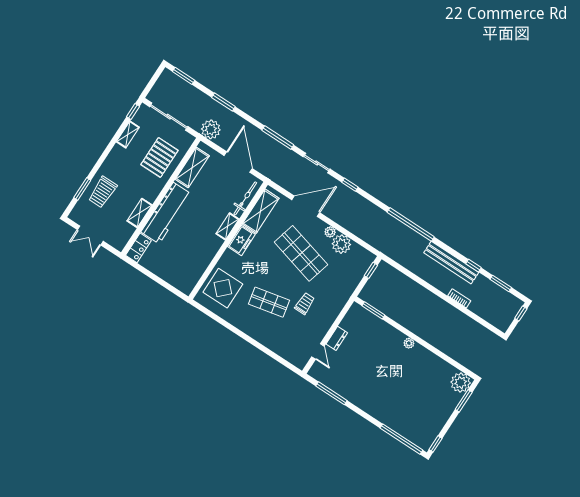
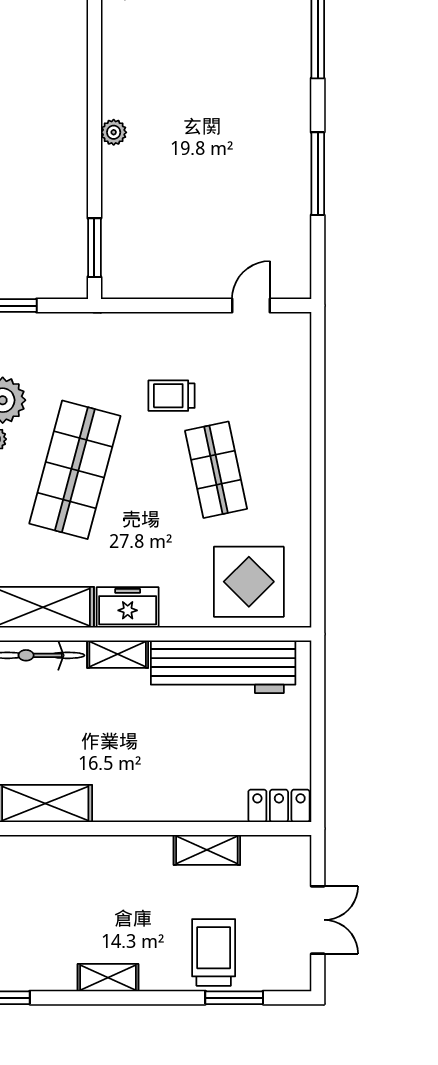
shelving: (128, 134) -> (108, 978), moved
pallet: (159, 157) -> (68, 883), removed
trolley: (103, 192) -> (214, 952), turned -90
workbench: (166, 213) -> (223, 667), moved, turned 180
dresser: (337, 338) -> (199, 285), removed
window: (331, 393) -> (318, 174), moved

